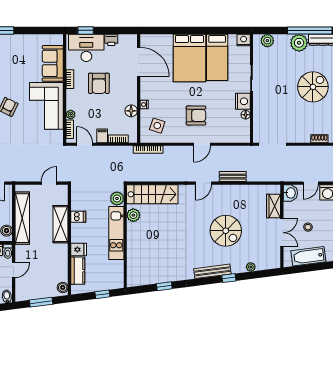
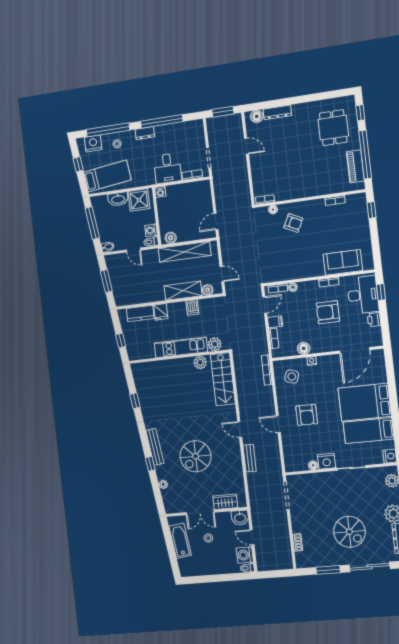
corner sofa: (46, 106) -> (299, 261), removed
boiler: (63, 287) -> (208, 290), moved

